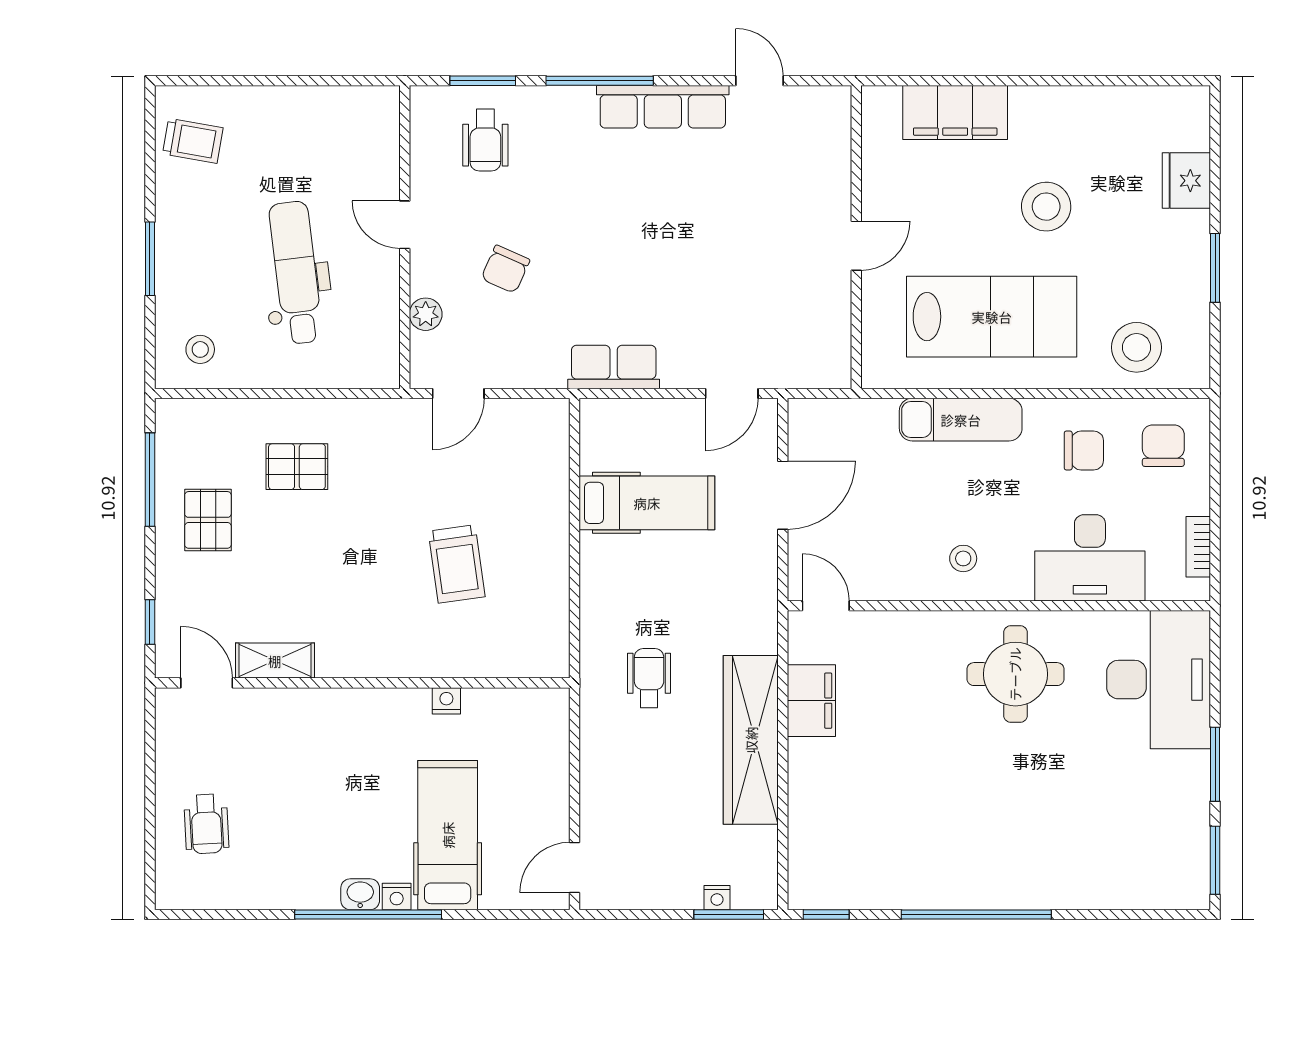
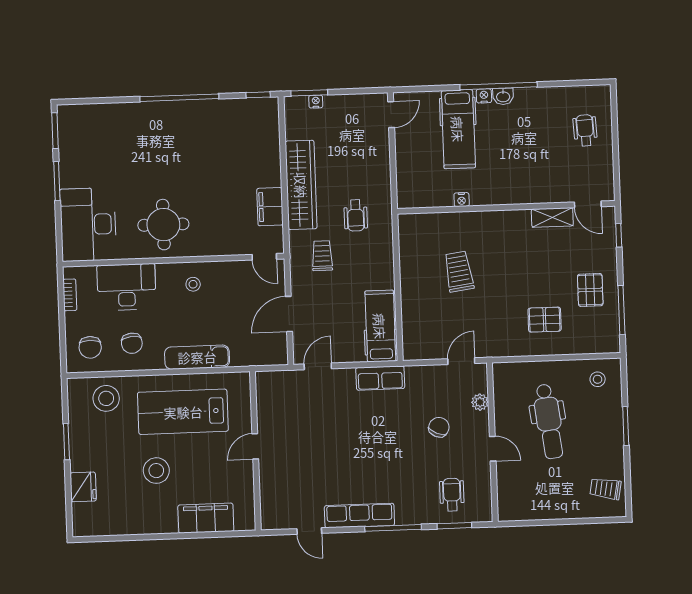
chair: (1084, 451) -> (132, 343), turned -96
hospital bed: (647, 503) -> (380, 326), moved, turned 90
trolley: (715, 604) -> (322, 256), added

